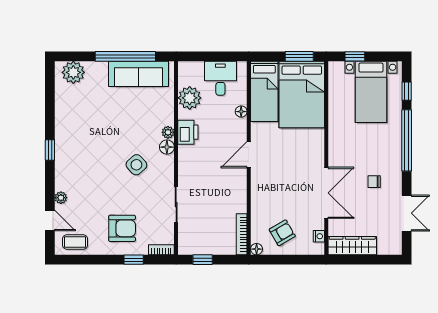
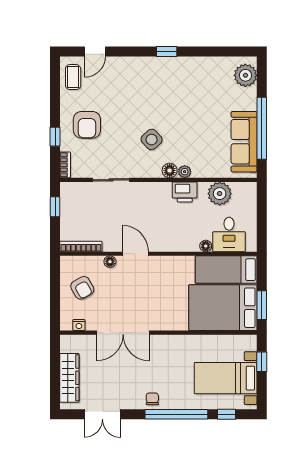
desk: (220, 78) -> (229, 234), moved, turned 90
door: (249, 155) -> (135, 254), moved
chair: (374, 182) -> (152, 399), moved
plant: (61, 198) -> (118, 63), removed
wardrobe: (352, 246) -> (69, 378), moved
floor lamp: (257, 249) -> (110, 262), moved

